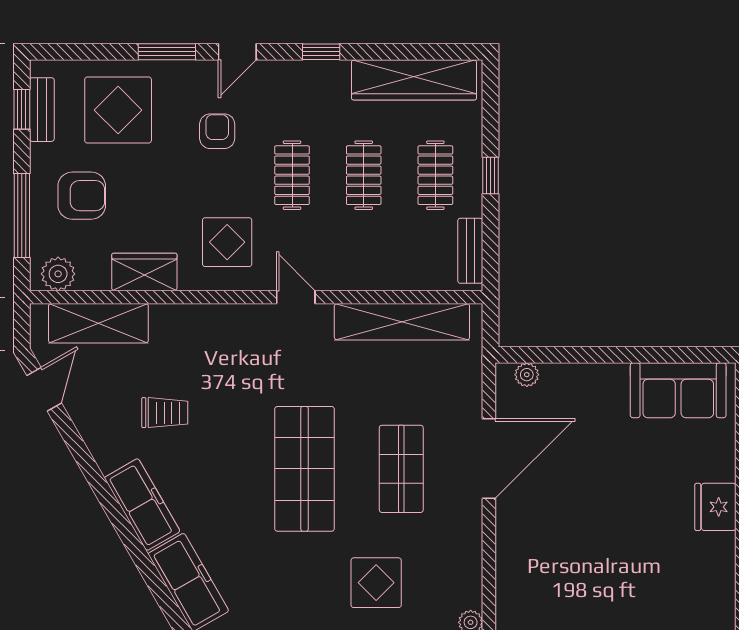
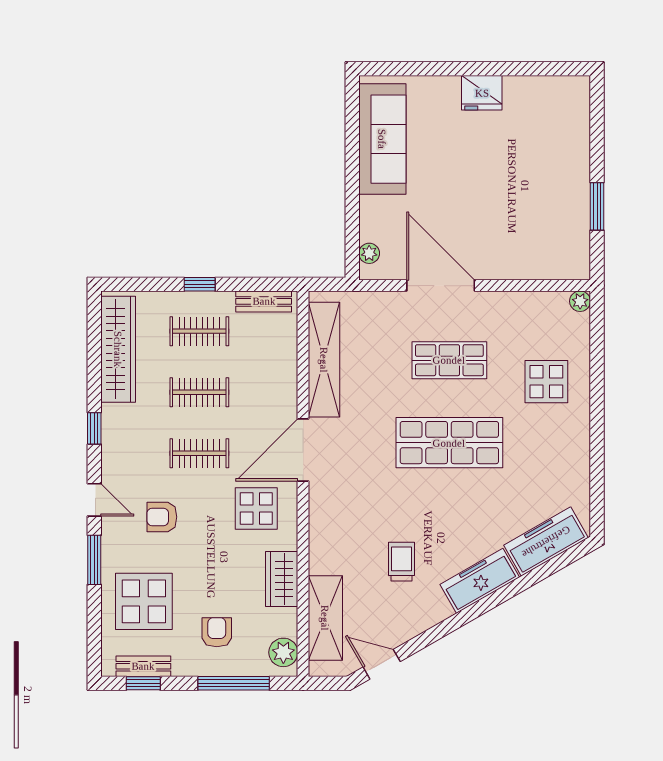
armchair: (82, 196) -> (217, 632), width x0.72, depth x0.72
door: (296, 297) -> (303, 450), width x1.88
sofa: (678, 390) -> (382, 139), width x1.36

